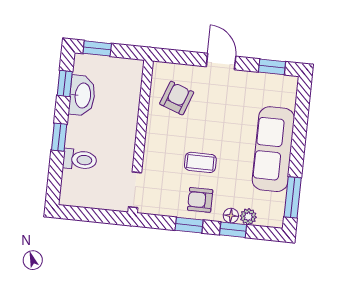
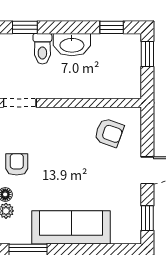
washbasin: (82, 96) -> (72, 45), moved
window: (59, 137) -> (25, 27), moved
coffee table: (200, 162) -> (52, 161), removed

